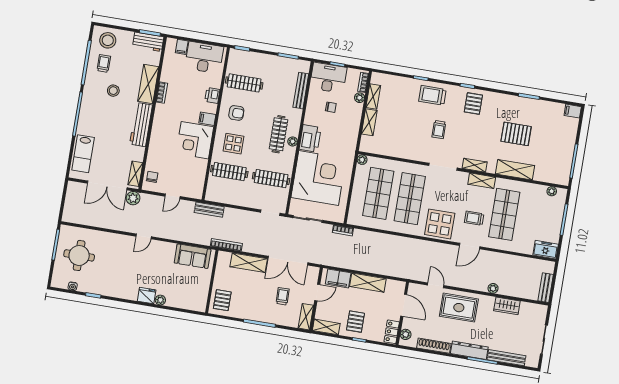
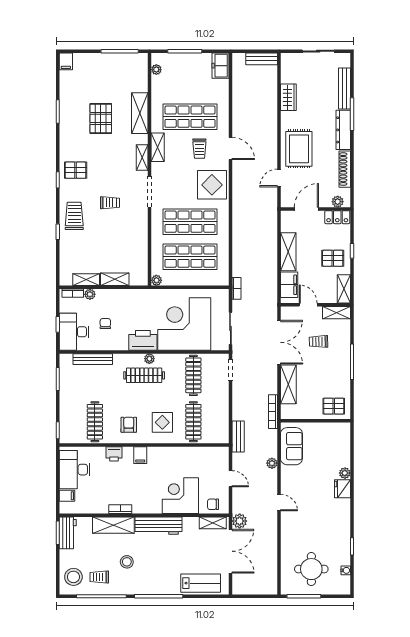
trolley: (432, 95) -> (74, 216), turned 180
corner desk: (195, 140) -> (180, 496), moved, turned 180
plant: (493, 288) -> (272, 463), moved

